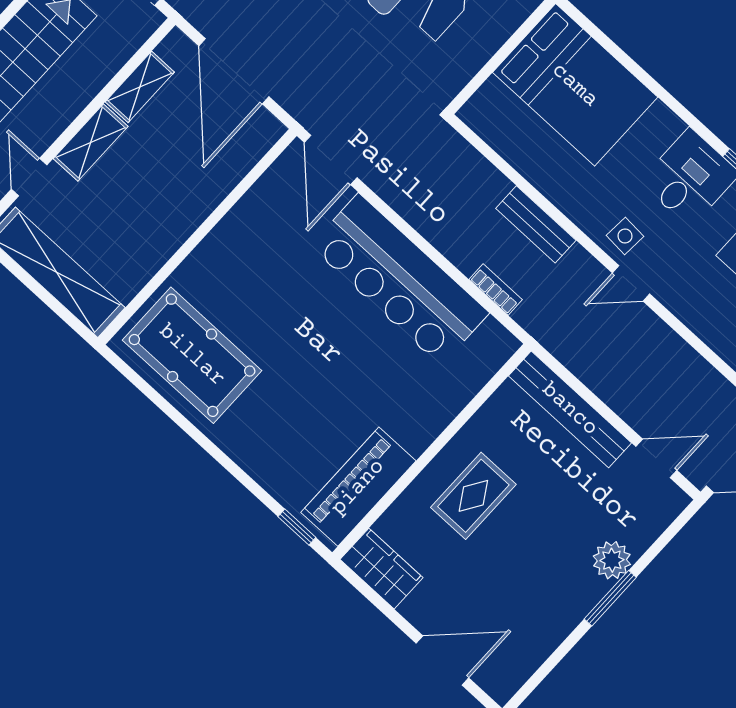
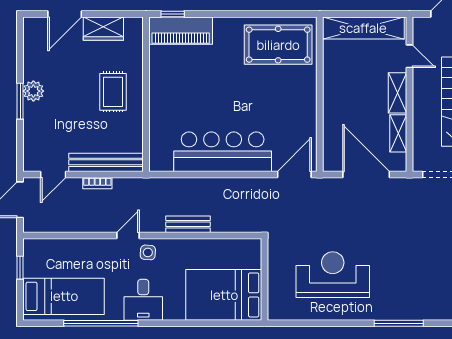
door: (331, 160) -> (294, 174), hinge flipped
bookcase: (496, 290) -> (97, 183), moved
piano: (358, 487) -> (181, 31), moved, turned 90
plant: (612, 560) -> (33, 91), moved
wardrobe: (381, 569) -> (103, 29), moved

